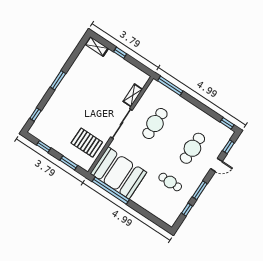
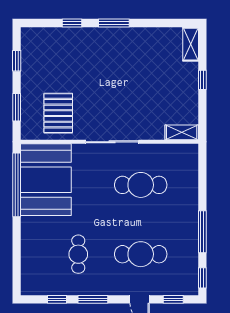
window: (170, 86) -> (202, 232), moved
shelving: (133, 95) -> (182, 132), moved
window: (35, 114) -> (72, 23), moved

